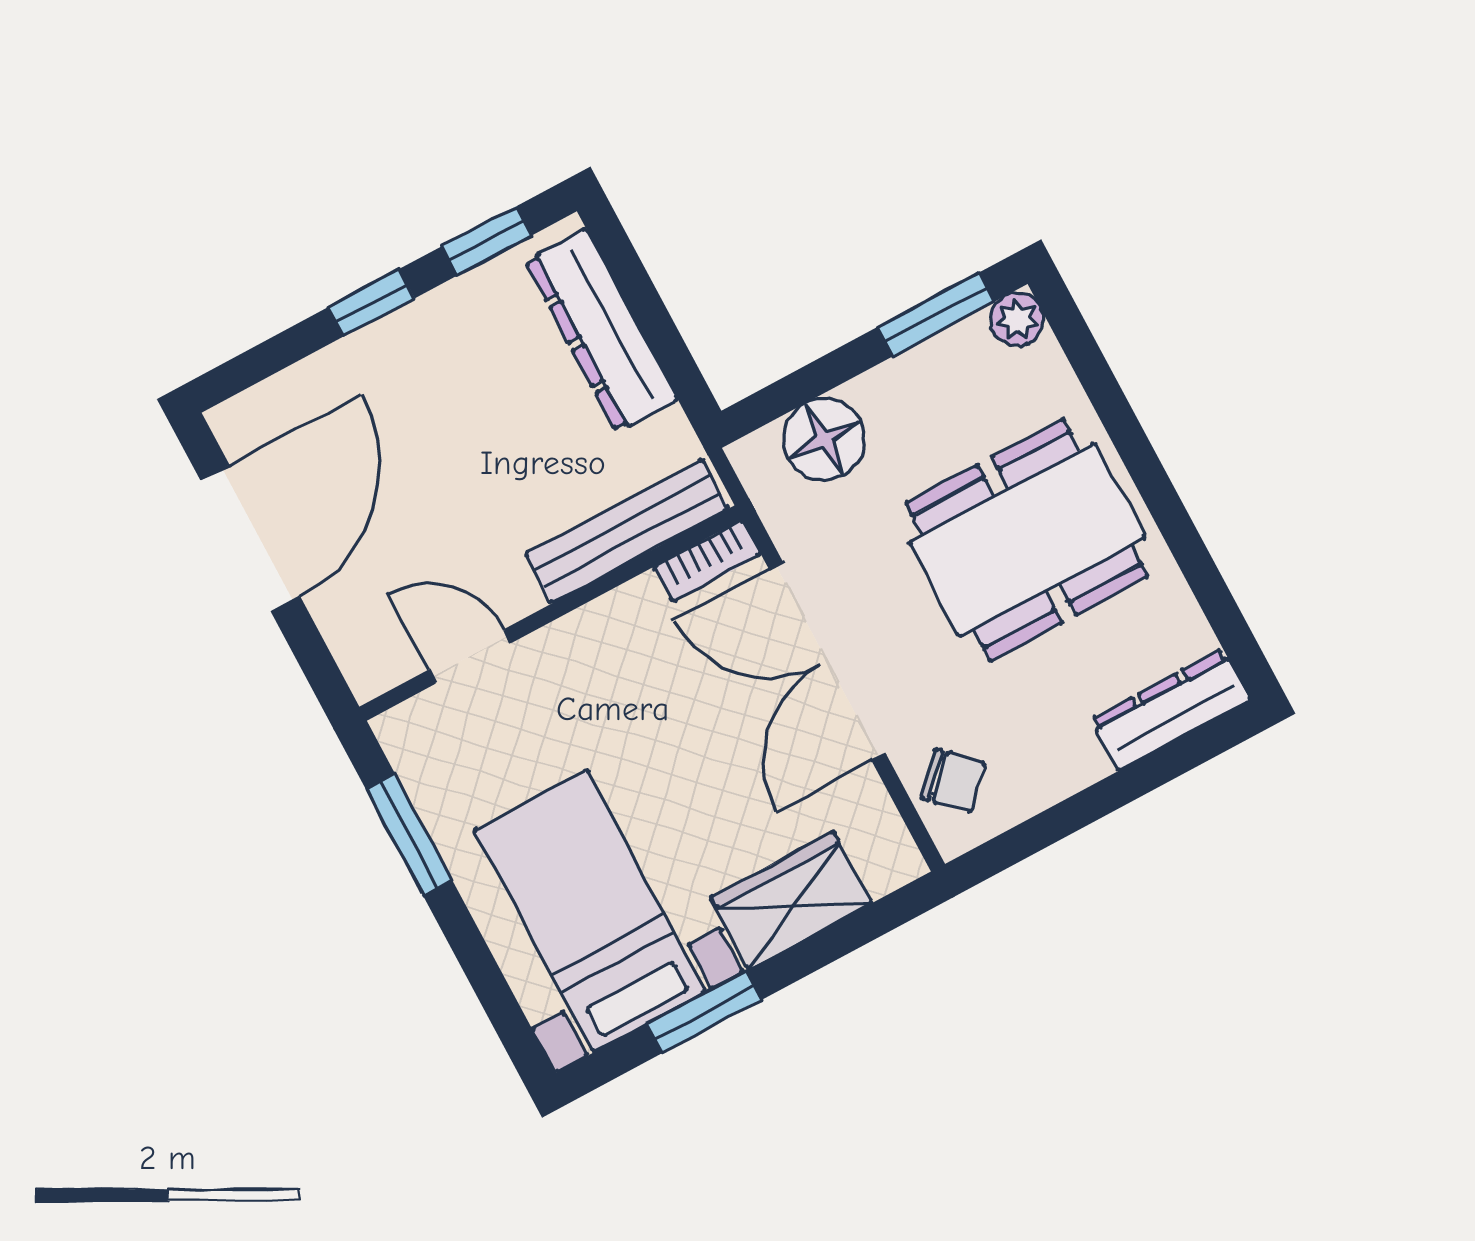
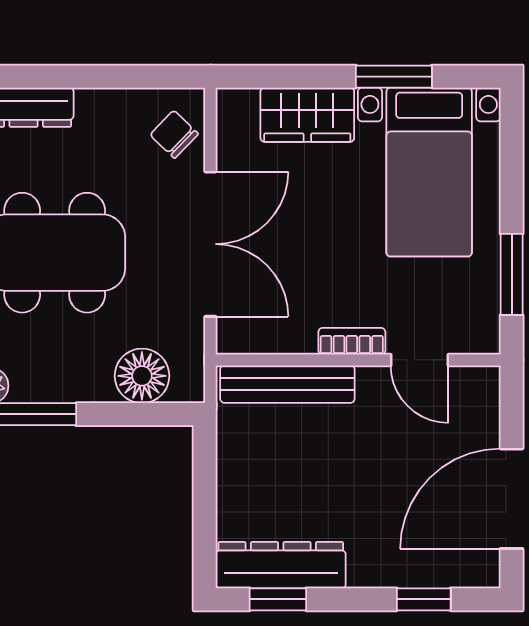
window: (371, 303) -> (424, 599), moved
dresser: (601, 330) -> (281, 565), moved, turned -90
bookcase: (707, 561) -> (352, 341), moved

